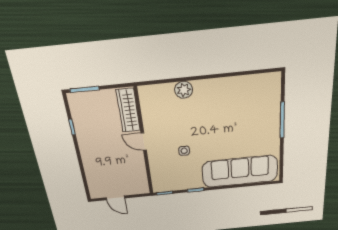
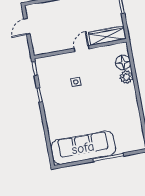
floor lamp: (164, 93) -> (123, 62), added
sofa: (240, 171) -> (83, 148), moved, turned -90

